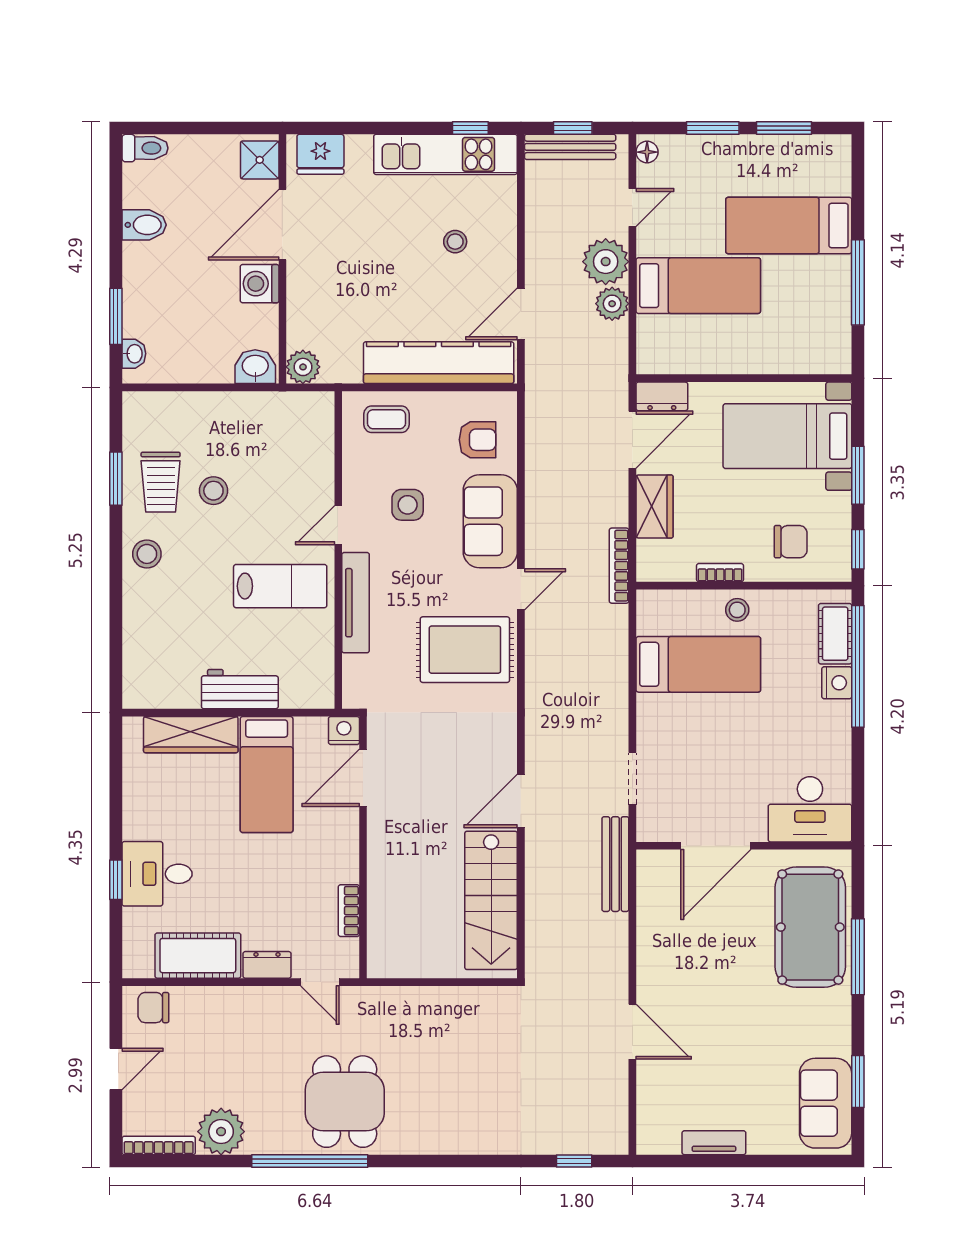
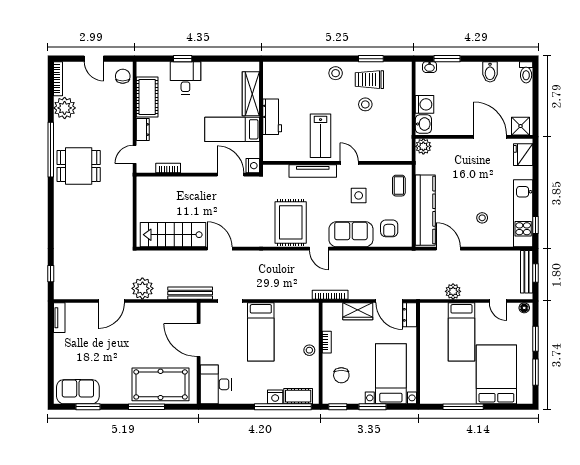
bed: (789, 225) -> (496, 374), width x1.50
plant: (606, 262) -> (142, 288), moved
washing machine: (260, 284) -> (424, 104), moved, turned 90
bed: (698, 664) -> (261, 332), moved
tv unit: (714, 1143) -> (59, 318), moved

